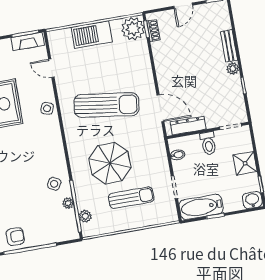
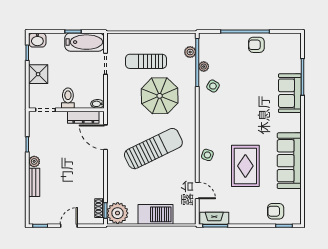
sun lounger: (107, 105) -> (153, 149), turned 146
bidet: (178, 155) -> (98, 104), moved

